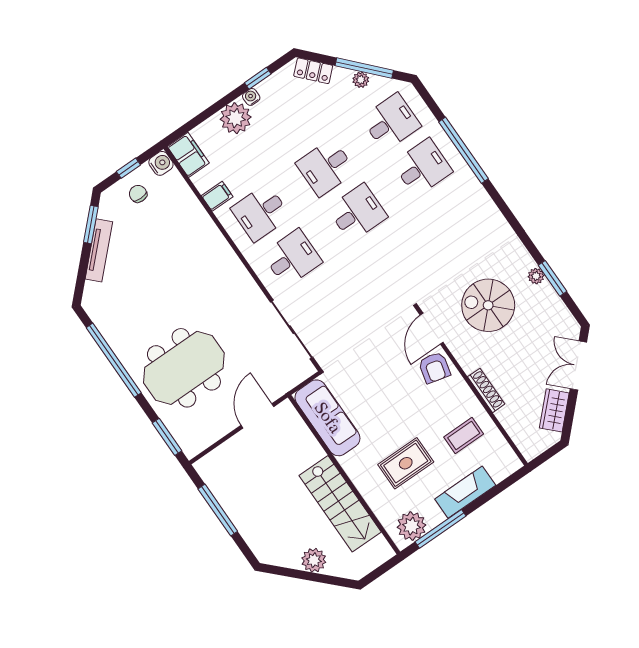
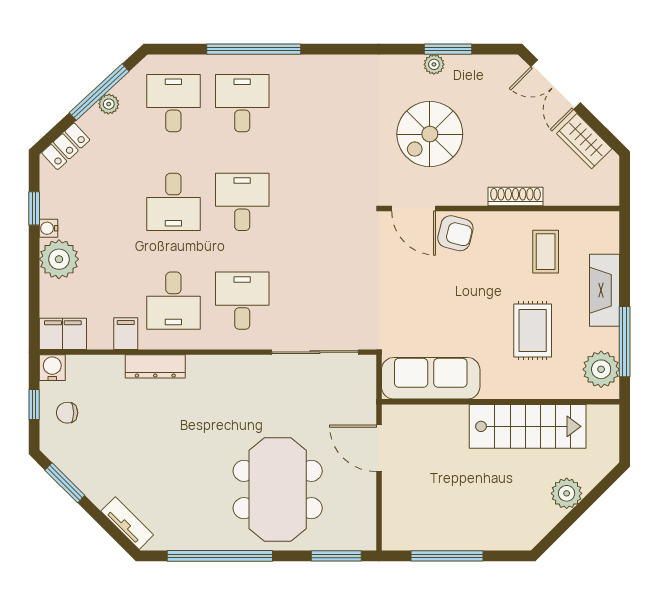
dresser: (209, 231) -> (155, 366), added
tv unit: (99, 250) -> (127, 523), moved, width x0.71

